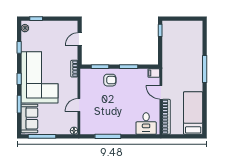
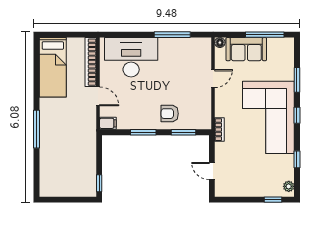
door: (80, 39) -> (212, 171), swing flipped
sofa: (29, 118) -> (246, 49), moved, turned -90
desk: (146, 123) -> (131, 57), width x1.87, depth x1.30

